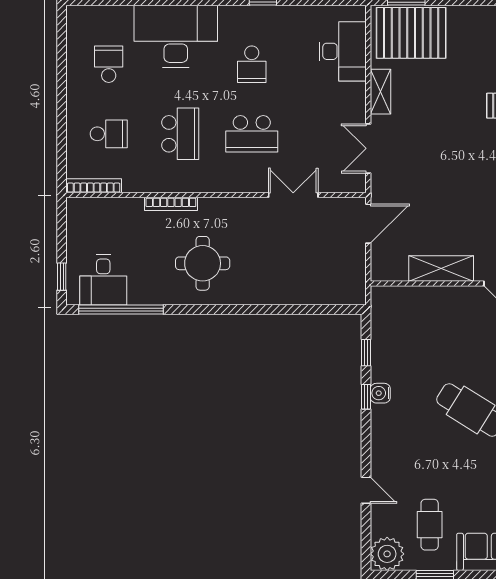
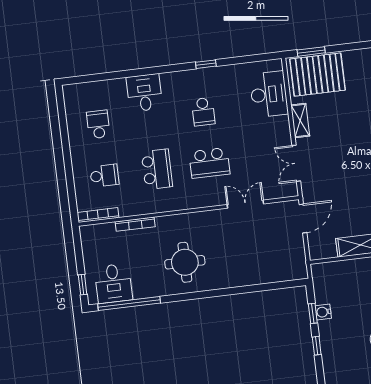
desk: (176, 36) -> (144, 93), width x0.53, depth x0.77
bookcase: (171, 204) -> (135, 224), moved
water cooler: (380, 393) -> (323, 312), moved

